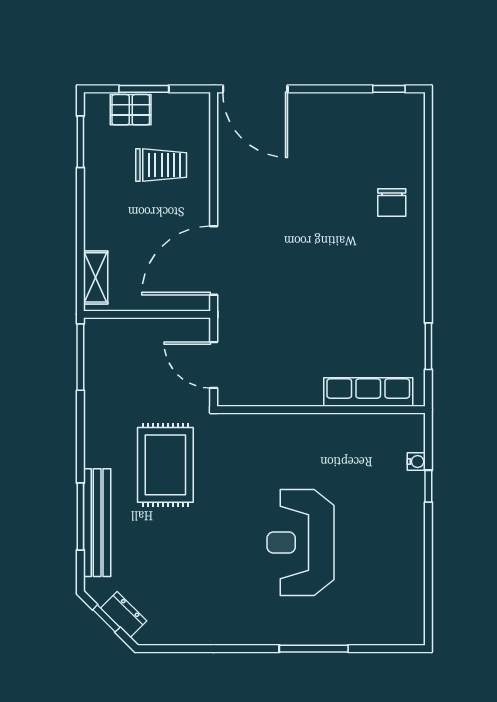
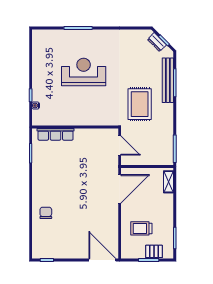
reception desk: (301, 543) -> (84, 72), turned -90

